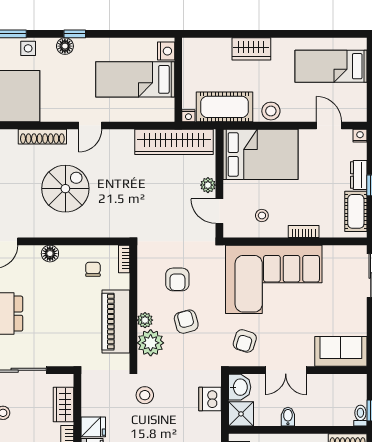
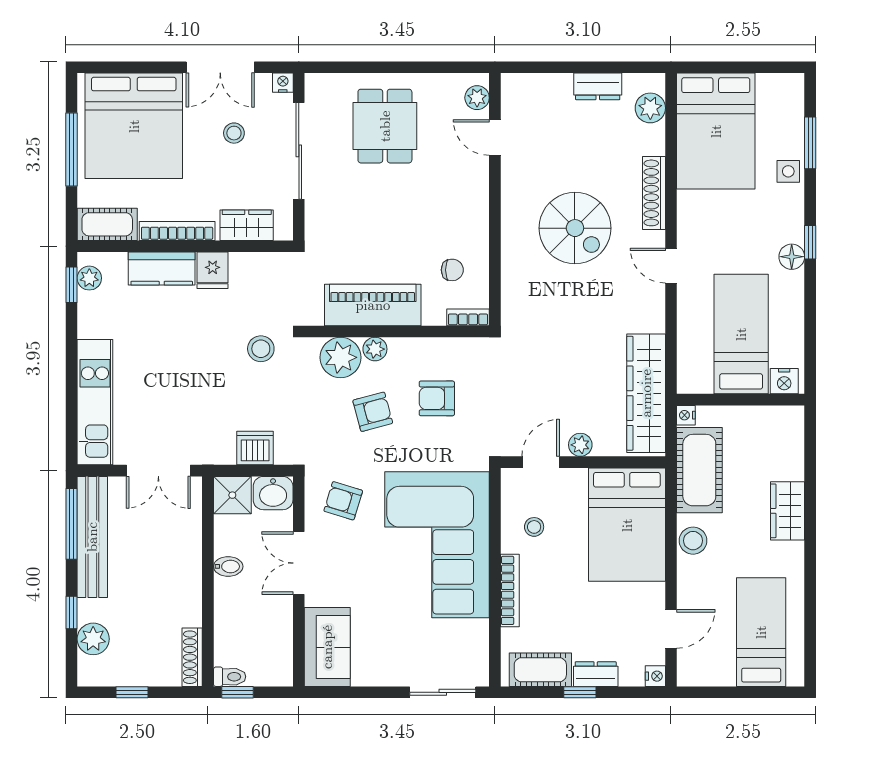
floor lamp: (65, 46) -> (792, 257), moved
bookcase: (304, 231) -> (510, 590), width x1.56
floor lamp: (50, 254) -> (476, 205), removed

